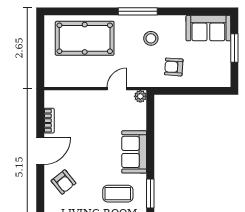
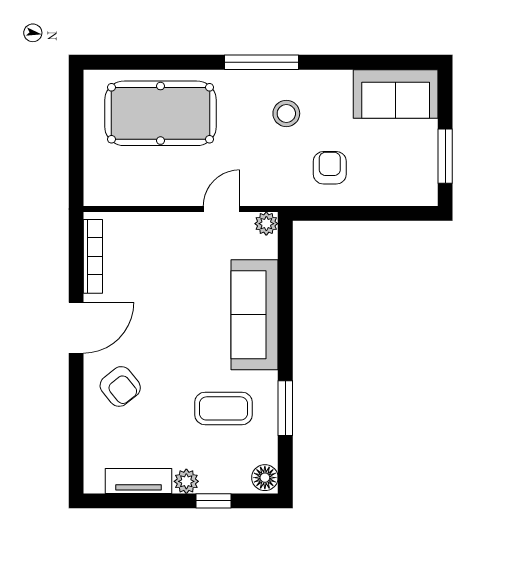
window: (234, 48) -> (445, 156), moved
armchair: (174, 67) -> (330, 168), turned 86
bookcase: (49, 121) -> (93, 256), width x1.56
sofa: (134, 152) -> (255, 315), width x1.36

